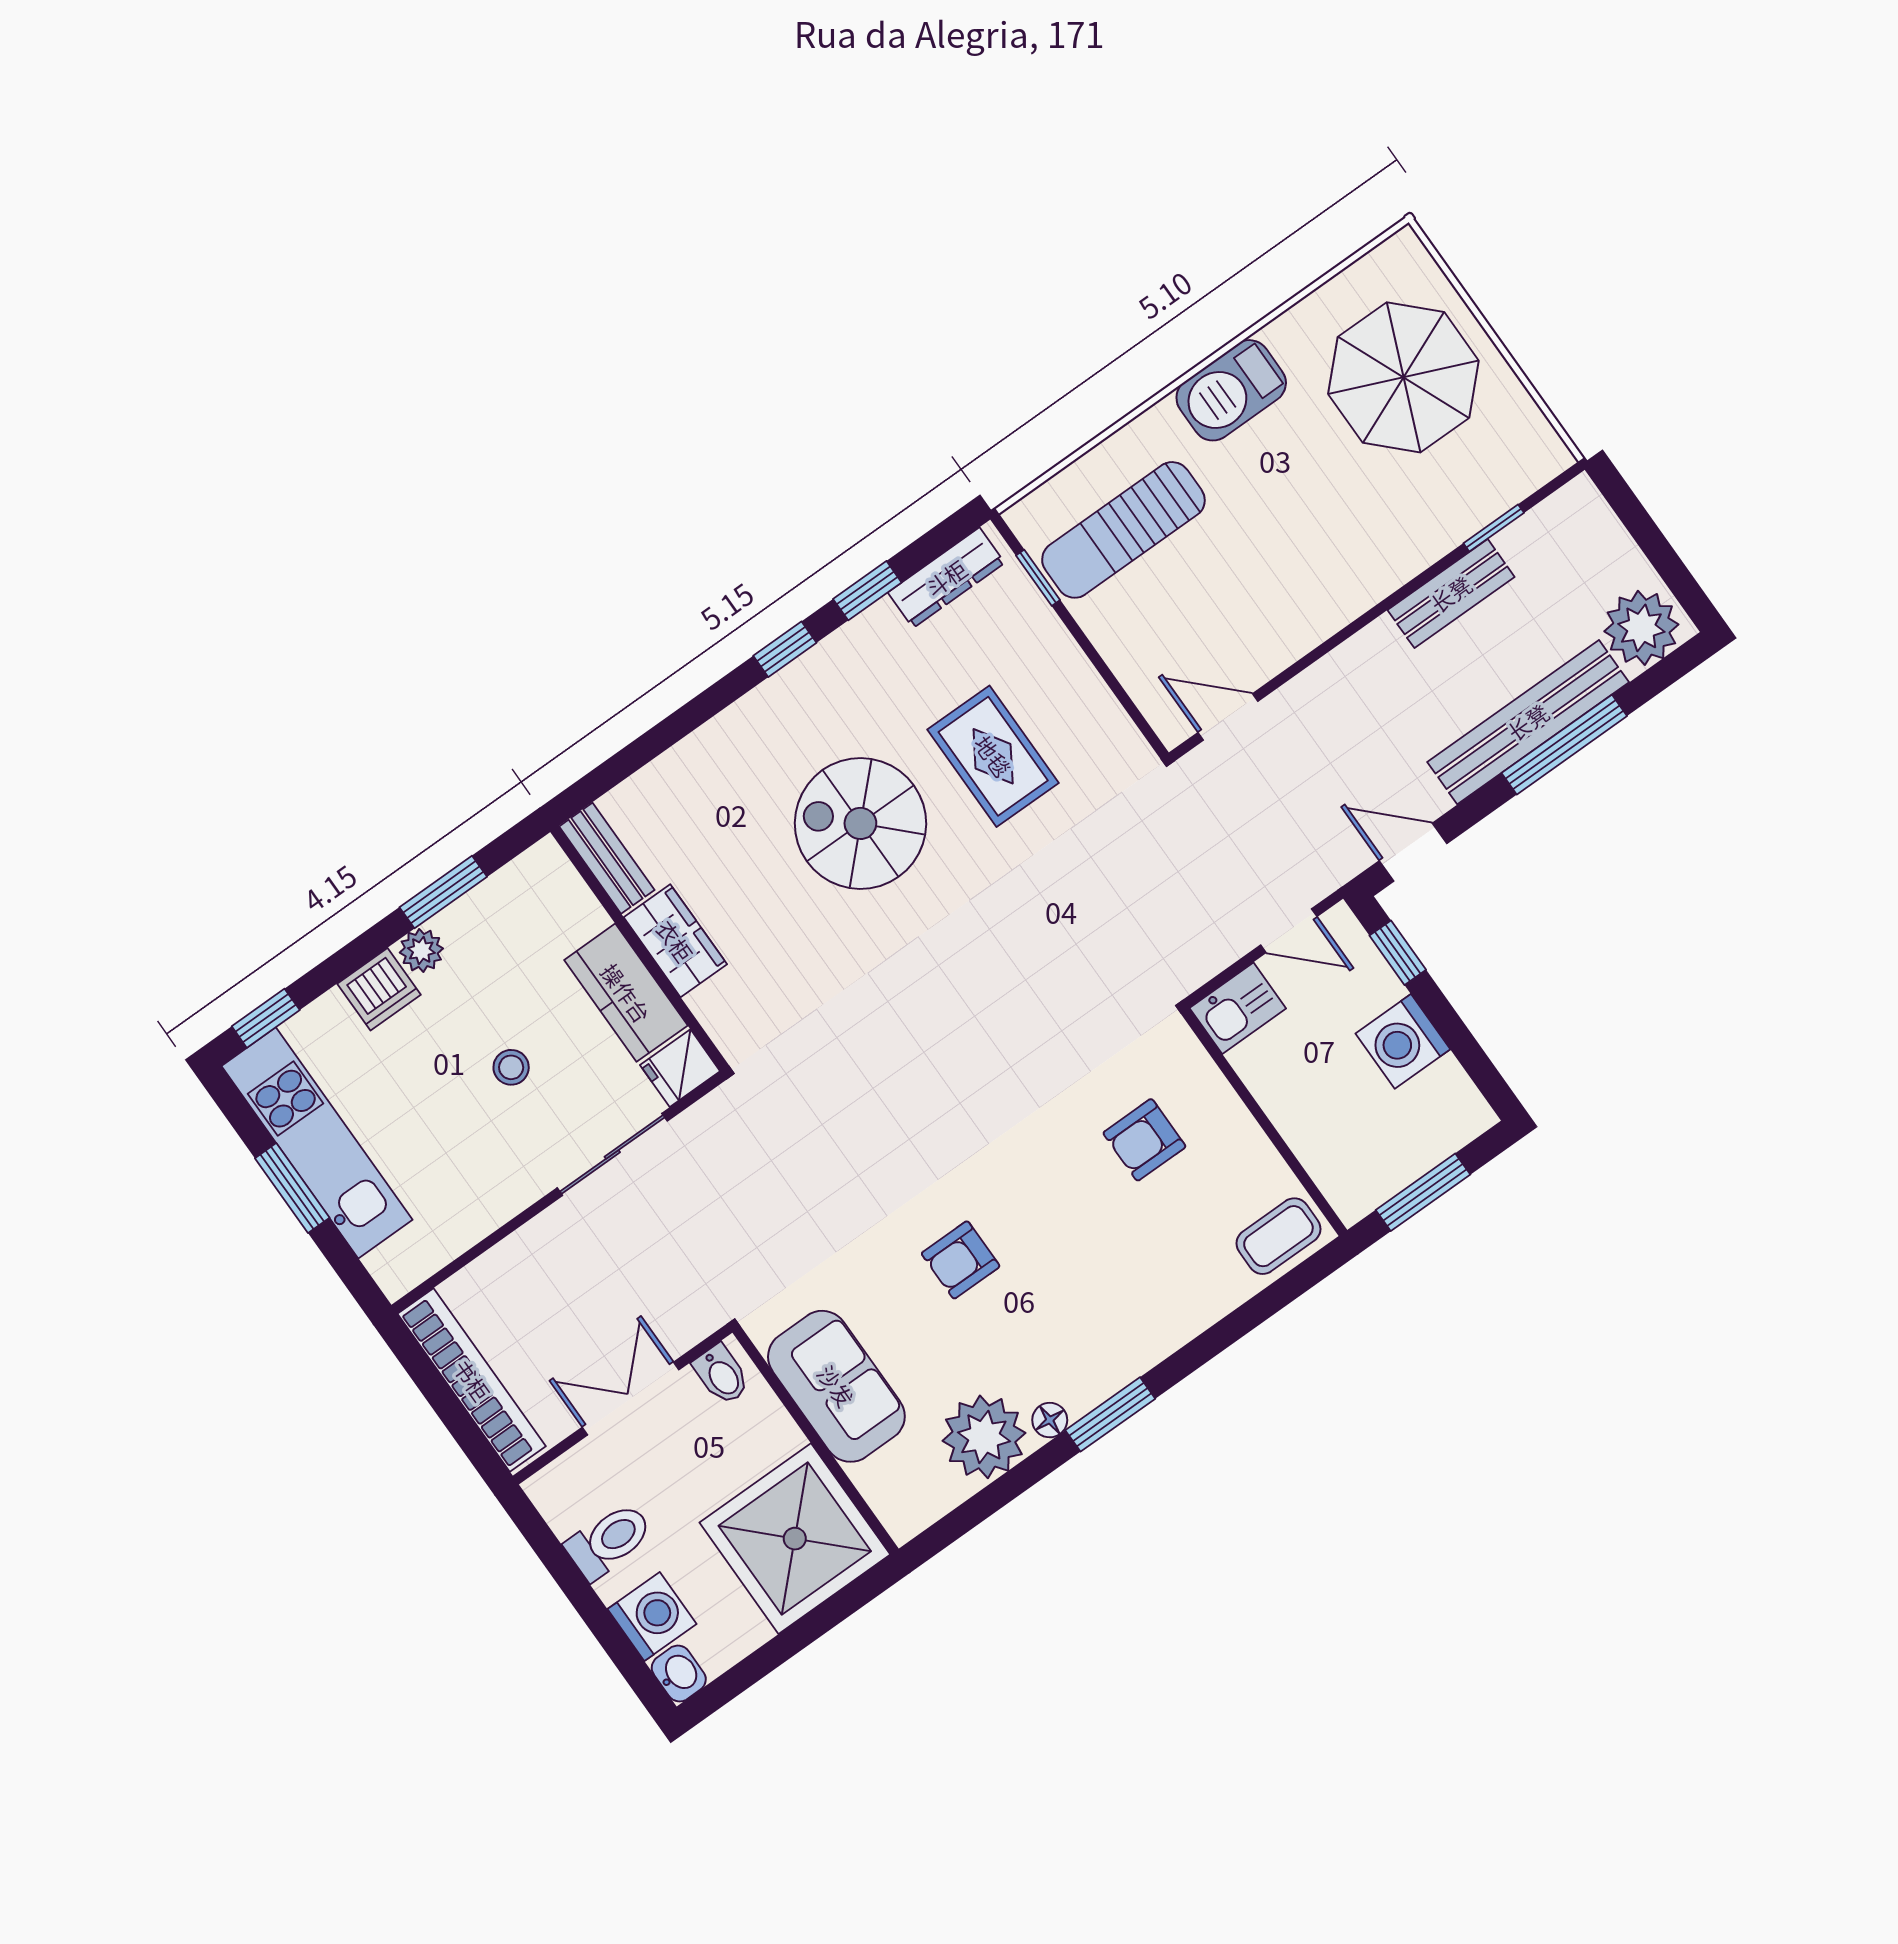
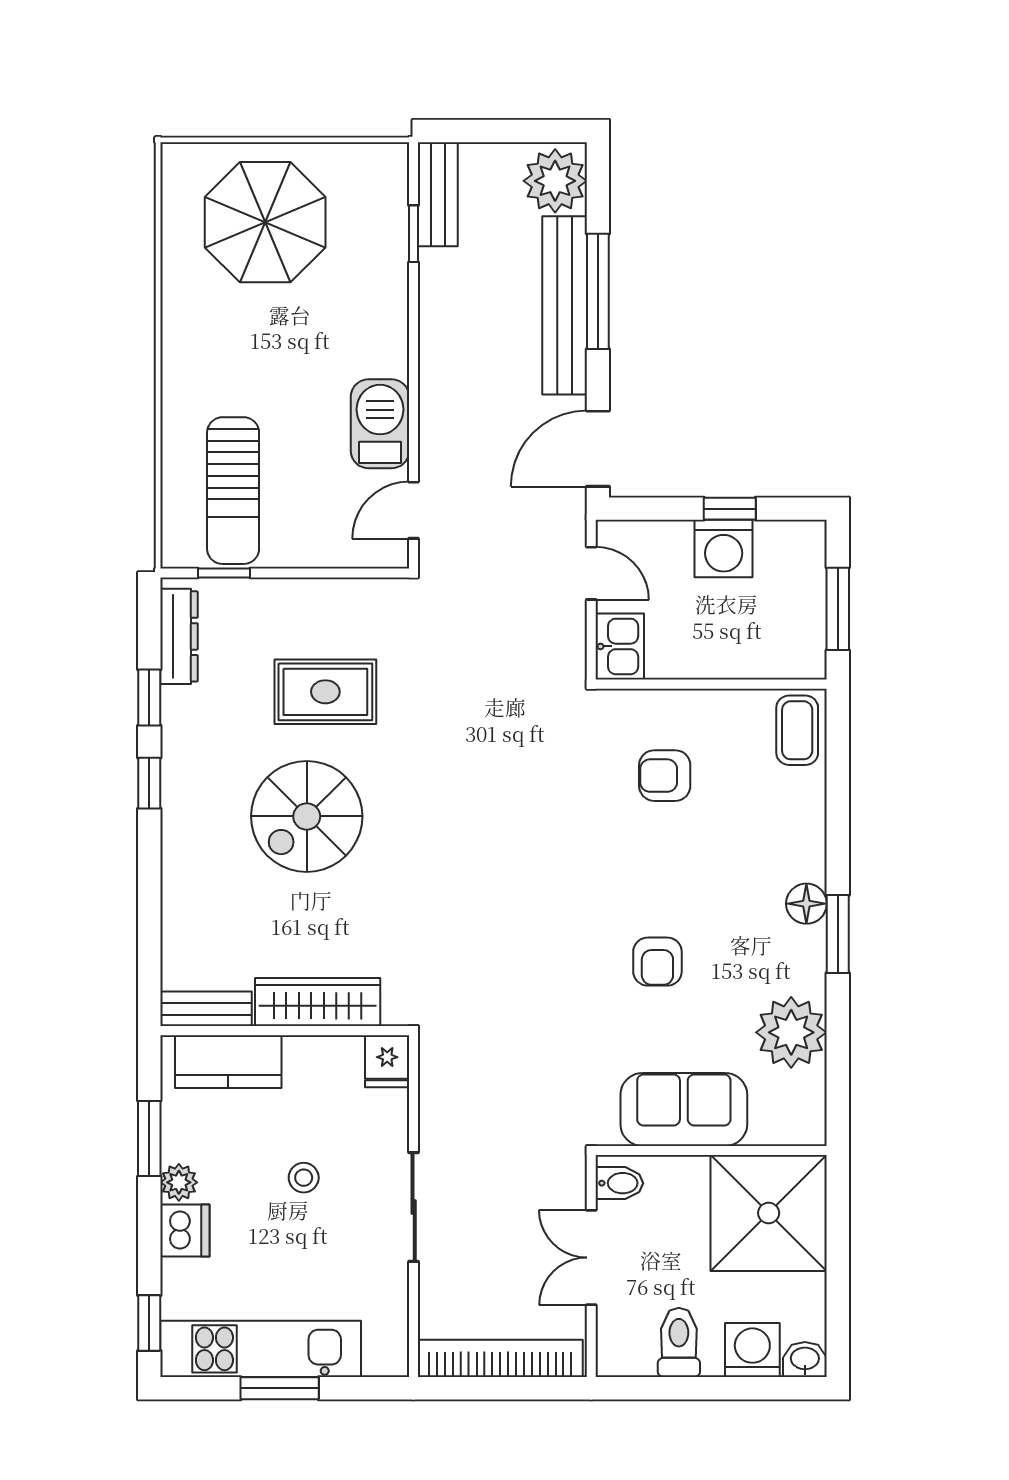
barbecue: (1231, 390) -> (380, 424), moved, turned 180
bench: (1451, 594) -> (438, 194), moved
door: (1413, 852) -> (598, 449), width x1.38
door: (1289, 931) -> (591, 573), hinge flipped
wardrobe: (675, 941) -> (318, 1002), width x1.50
window: (1398, 953) -> (730, 509), moved
kitchen counter: (626, 993) -> (228, 1062), moved
armchair: (1144, 1140) -> (665, 776), turned 90
sliding door: (612, 1154) -> (414, 1207), moved
floor lamp: (1050, 1420) -> (806, 904), moved, width x1.37, depth x1.37

